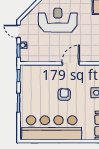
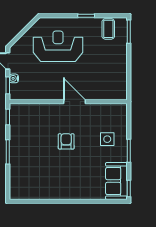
door: (71, 63) -> (74, 102), hinge flipped
bar counter: (52, 128) -> (50, 184), removed

